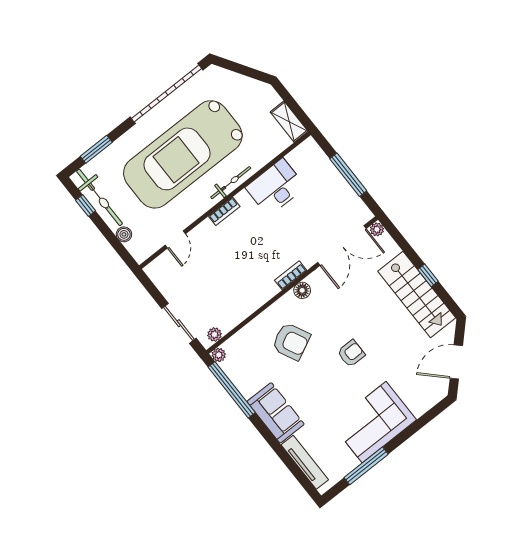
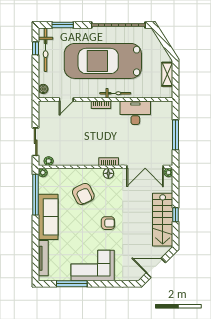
shelving: (289, 122) -> (167, 74), moved
boiler: (124, 234) -> (43, 89), moved
sofa: (276, 413) -> (48, 217), width x1.36

